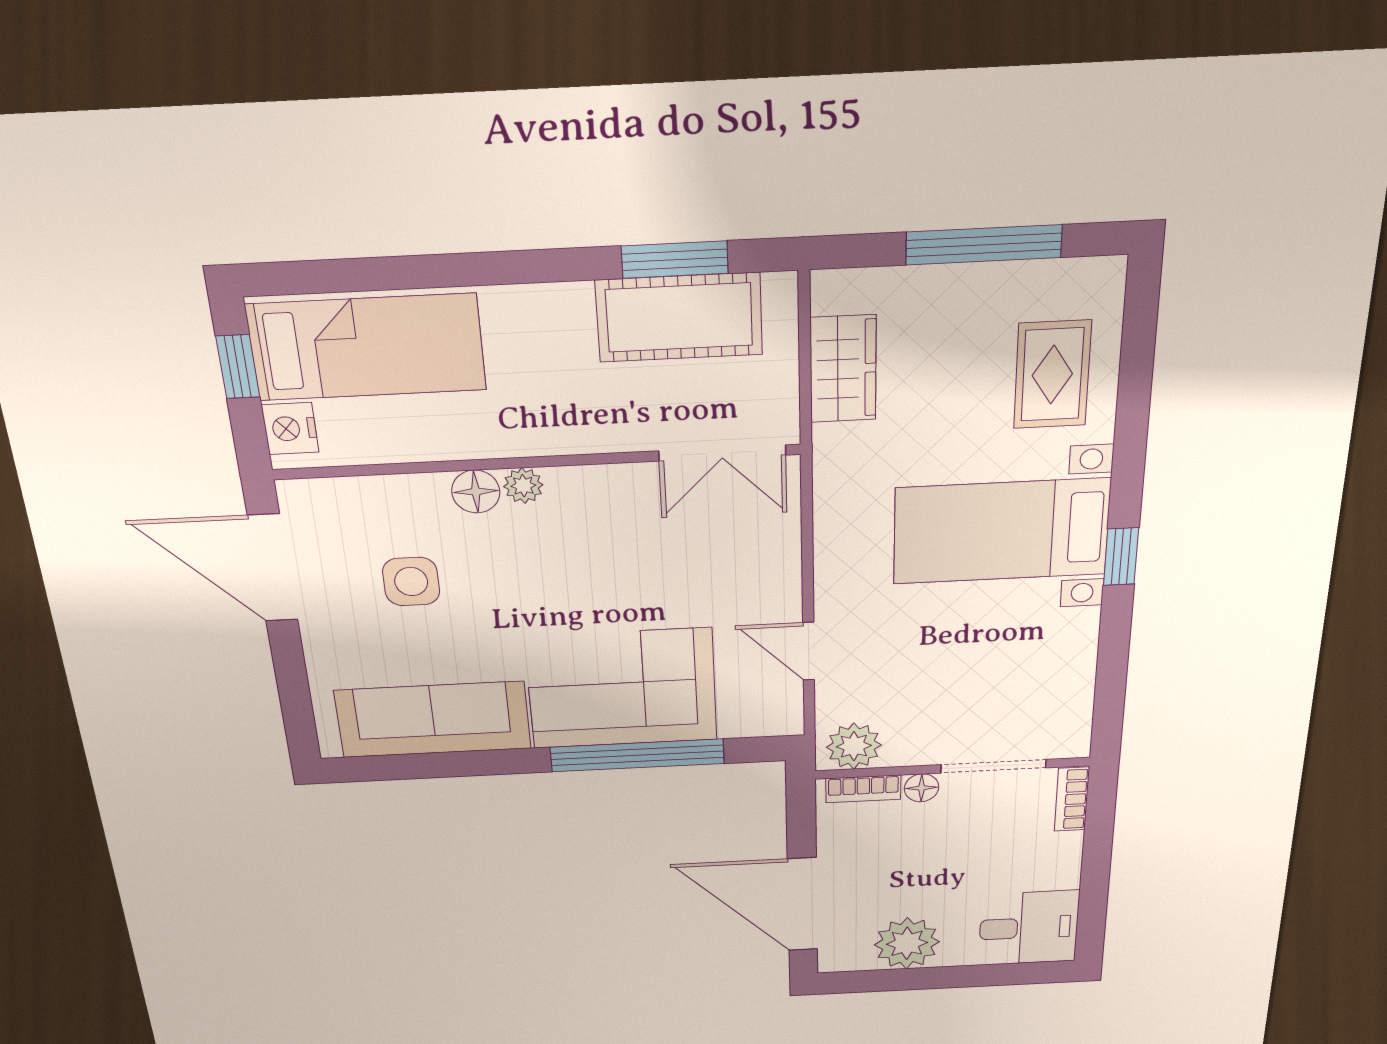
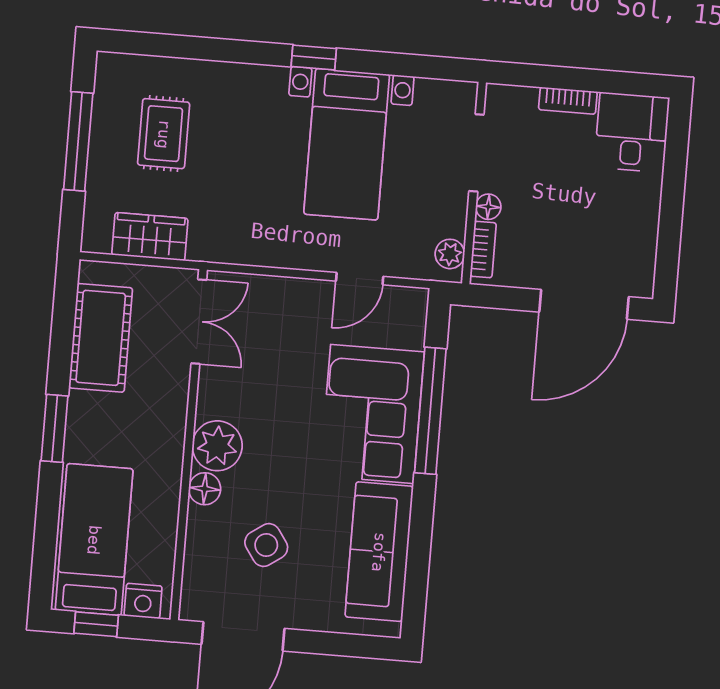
window: (675, 260) -> (55, 428), moved
rug: (1052, 375) -> (164, 134), moved, turned 90
plant: (523, 486) -> (217, 446), width x1.87, depth x1.87
bed with nightstands: (1001, 531) -> (347, 144), moved
side table: (411, 582) -> (266, 545), turned -35
plant: (854, 746) -> (450, 254), width x0.73, depth x0.73
bookcase: (1072, 799) -> (568, 101), moved
plant: (907, 943) -> (634, 227), removed

